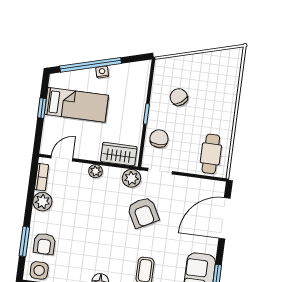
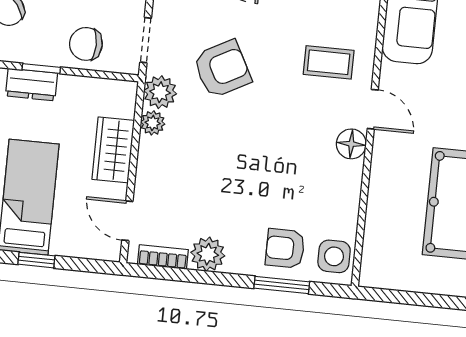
dresser: (138, 108) -> (32, 85), added
wardrobe: (119, 154) -> (113, 150), moved
plant: (95, 171) -> (153, 123), moved
armchair: (44, 244) -> (285, 248), turned 180

